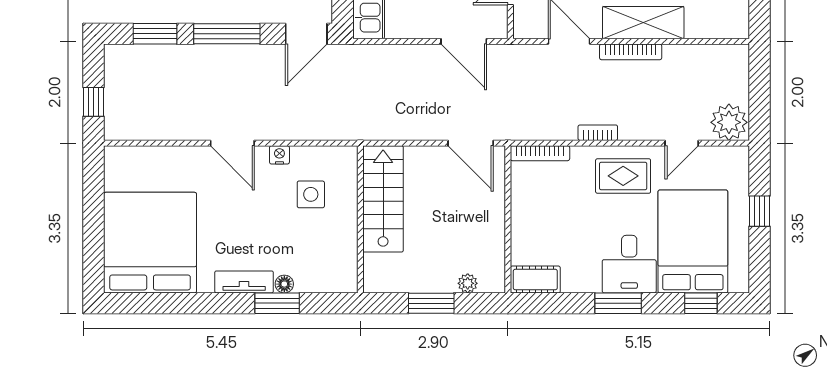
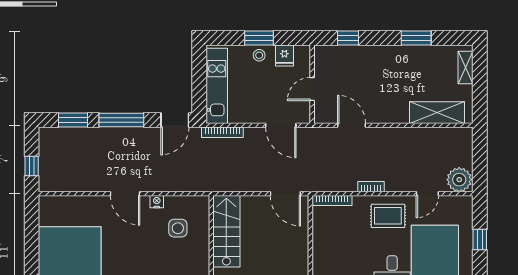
shelving: (643, 23) -> (437, 113), moved
bookcase: (631, 52) -> (222, 132), moved

